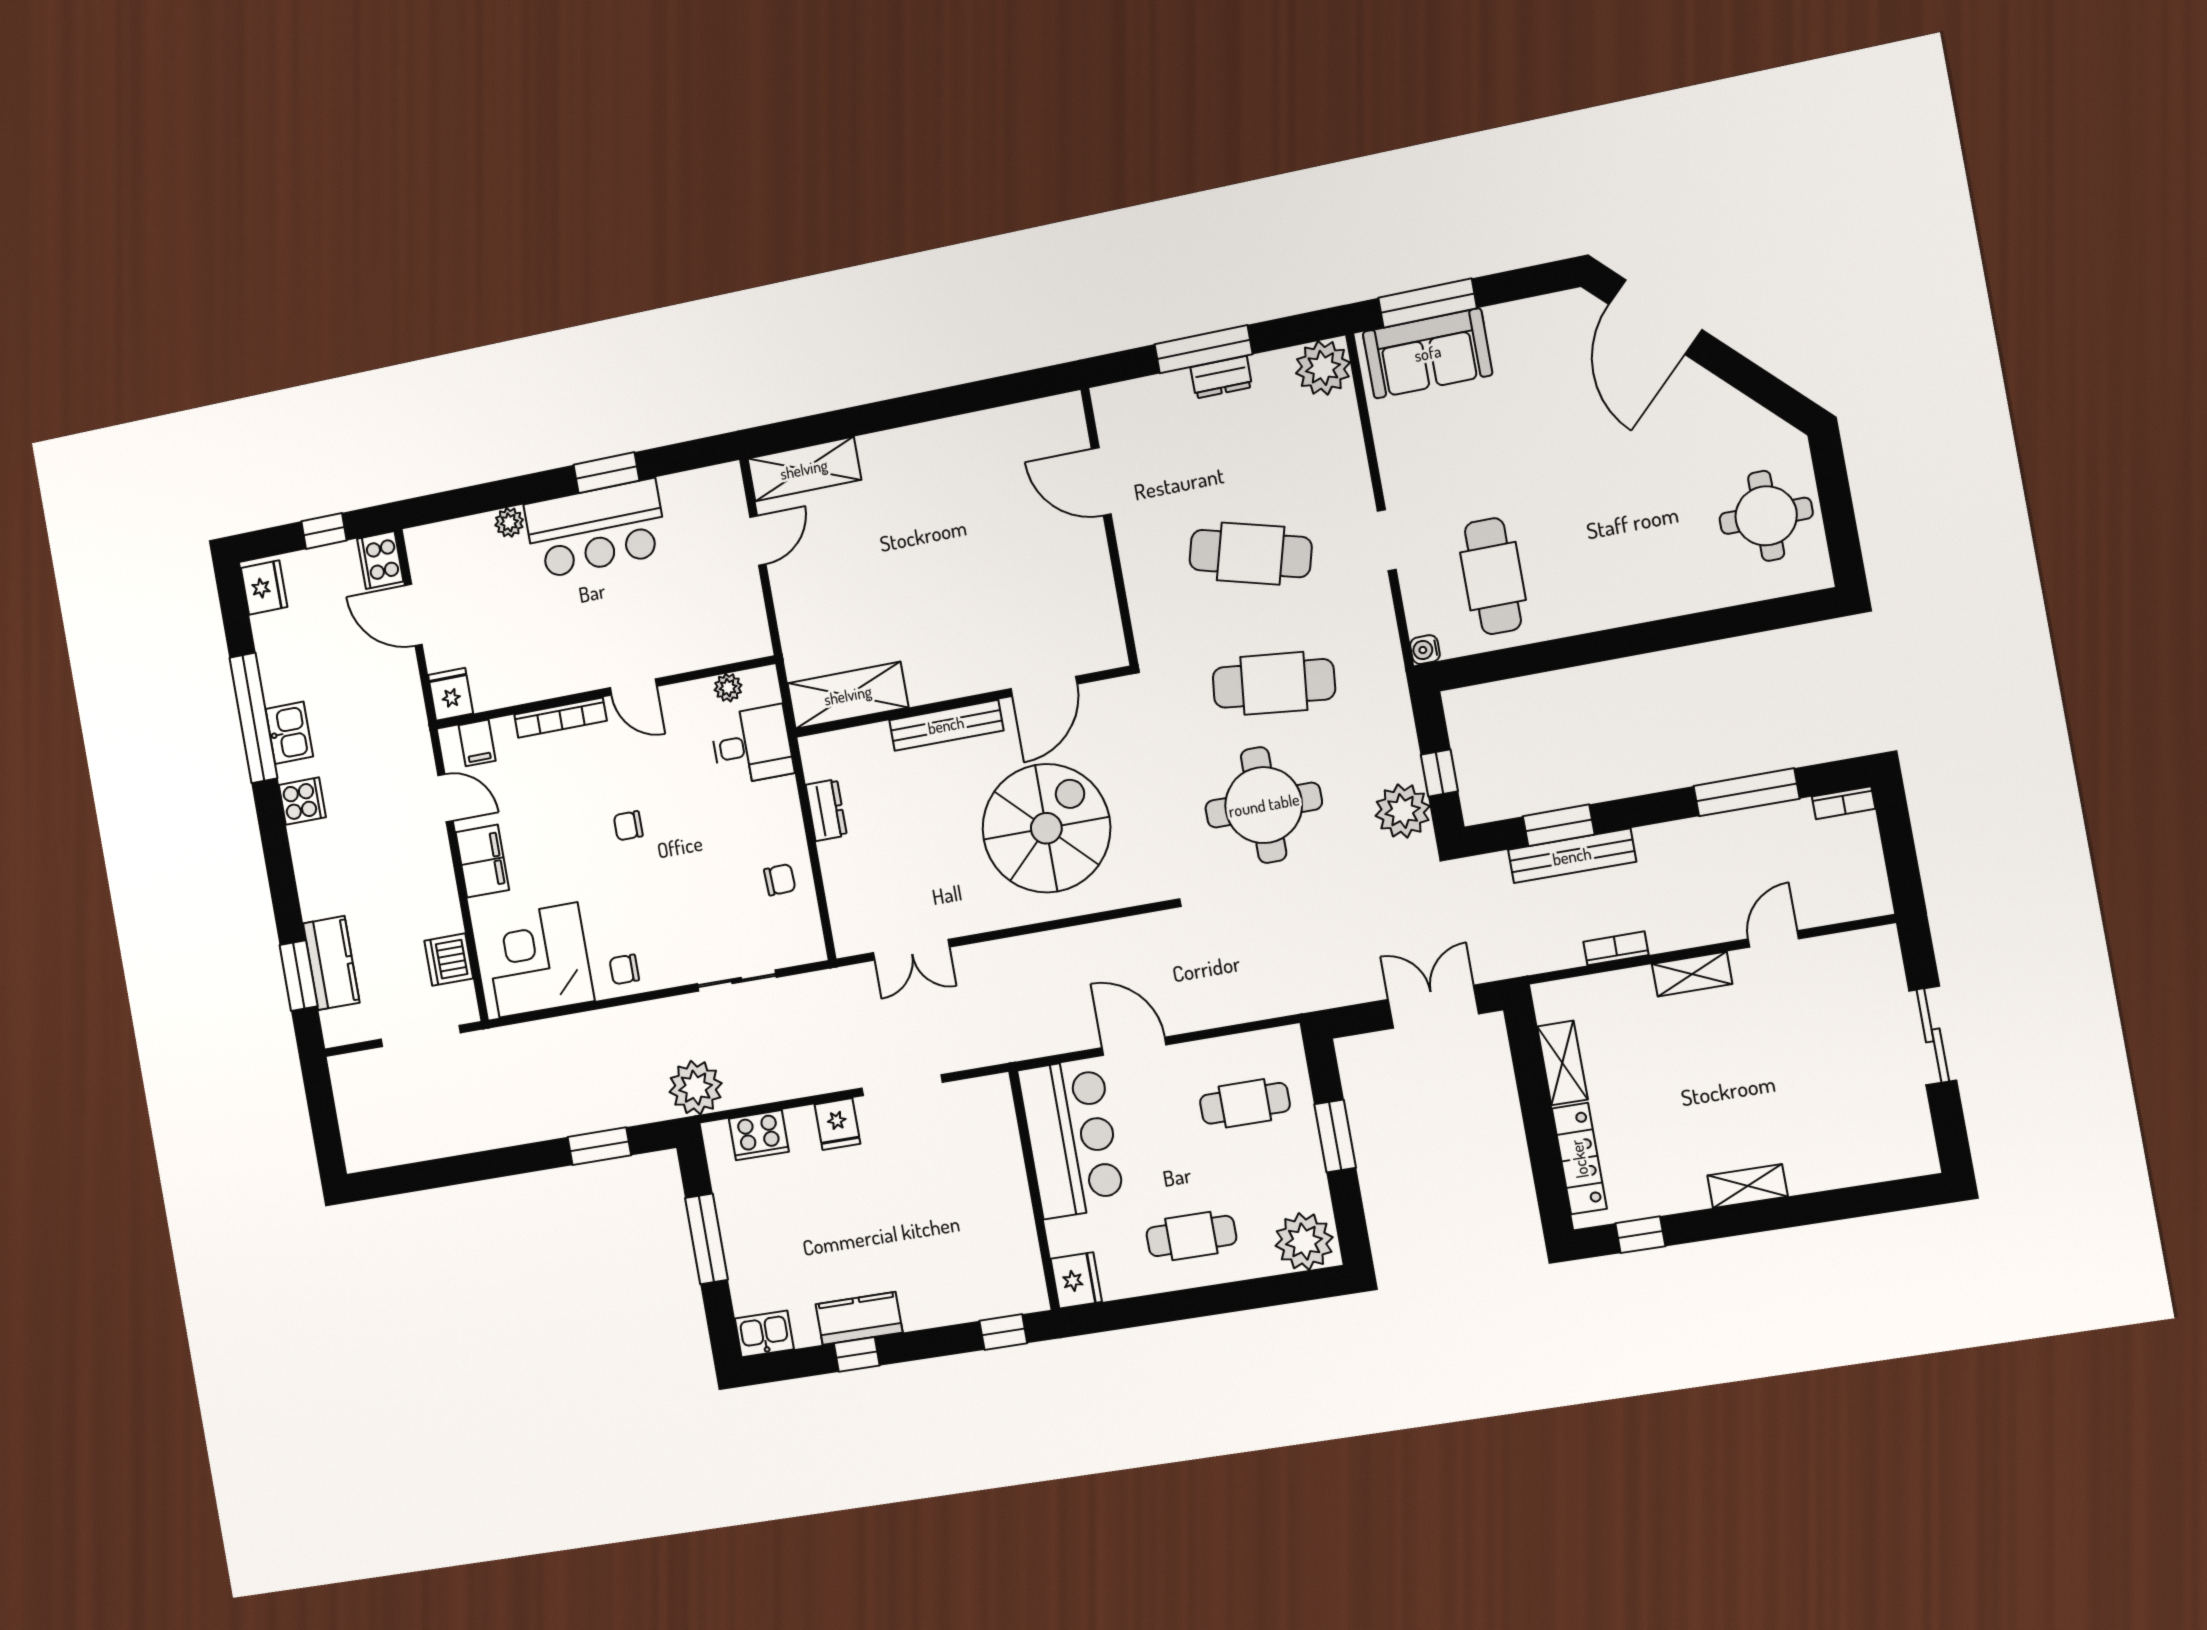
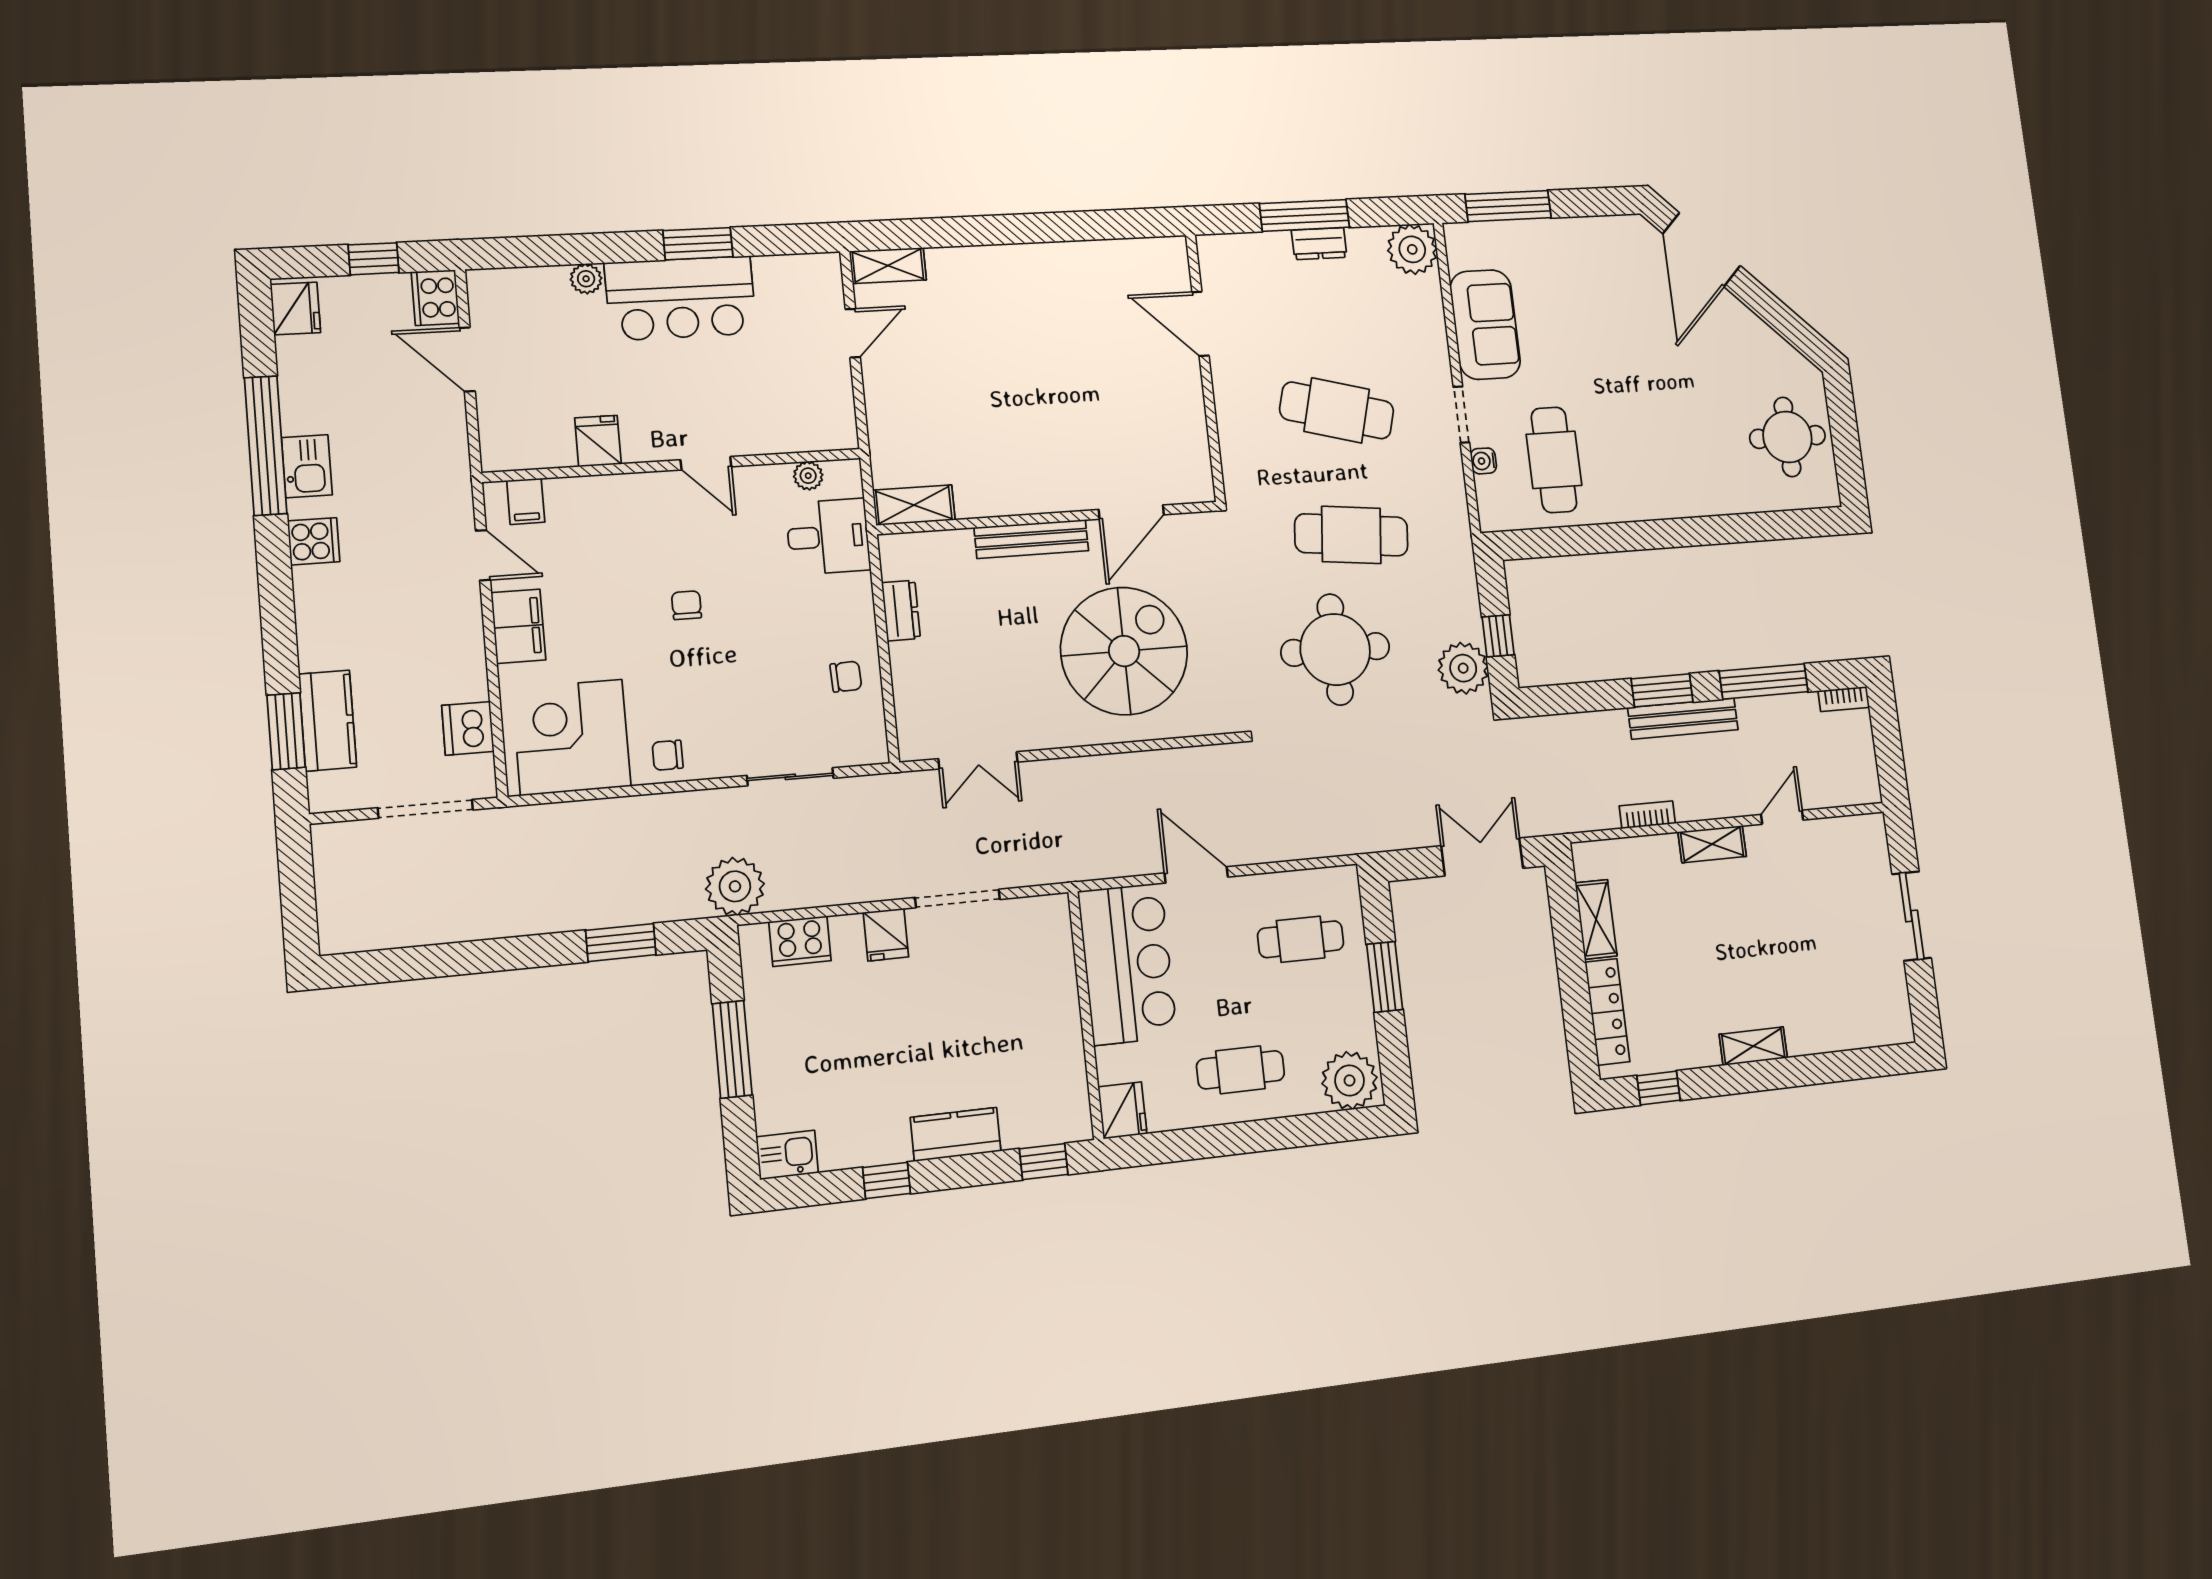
sofa: (1428, 353) -> (1485, 325), moved, turned -90
shelving: (804, 469) -> (888, 265), width x0.67, depth x0.75
water cooler: (1425, 650) -> (1483, 461), moved
fridge: (451, 694) -> (598, 441), moved
shelving: (848, 695) -> (914, 505), width x0.67, depth x0.75
bookcase: (560, 718) -> (622, 485), removed
window: (1559, 825) -> (1662, 690), moved
chair: (628, 826) -> (687, 605), turned 90
bench: (1572, 856) -> (1683, 719), moved
kitchen counter: (859, 1318) -> (956, 1134), moved

